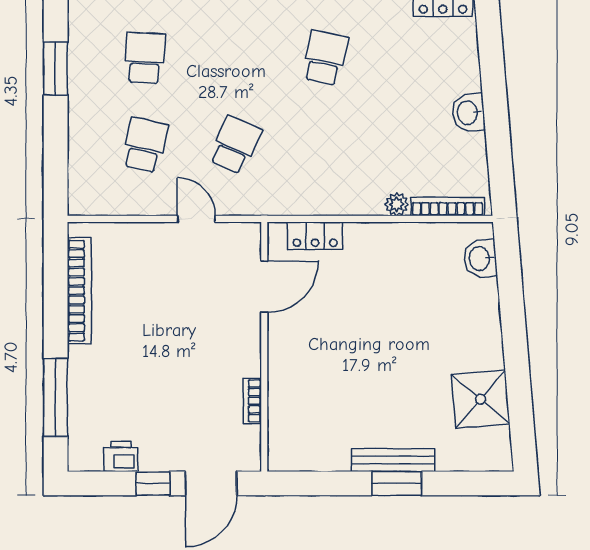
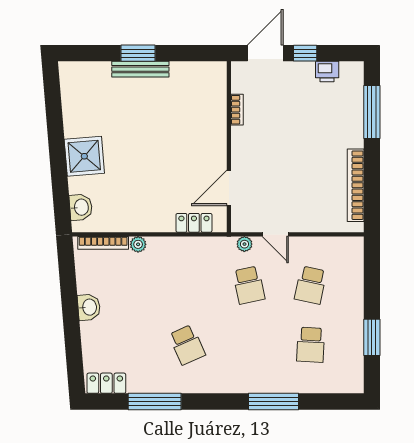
school desk: (325, 58) -> (187, 345), turned -36
school desk: (235, 145) -> (249, 285), turned -36
plant: (241, 205) -> (244, 244), added
shower: (481, 399) -> (84, 156), moved

